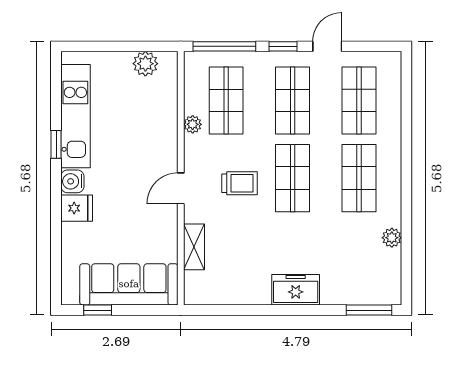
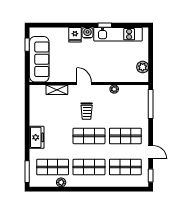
window: (283, 46) -> (151, 175), moved
shop shelf: (226, 101) -> (53, 167), moved

